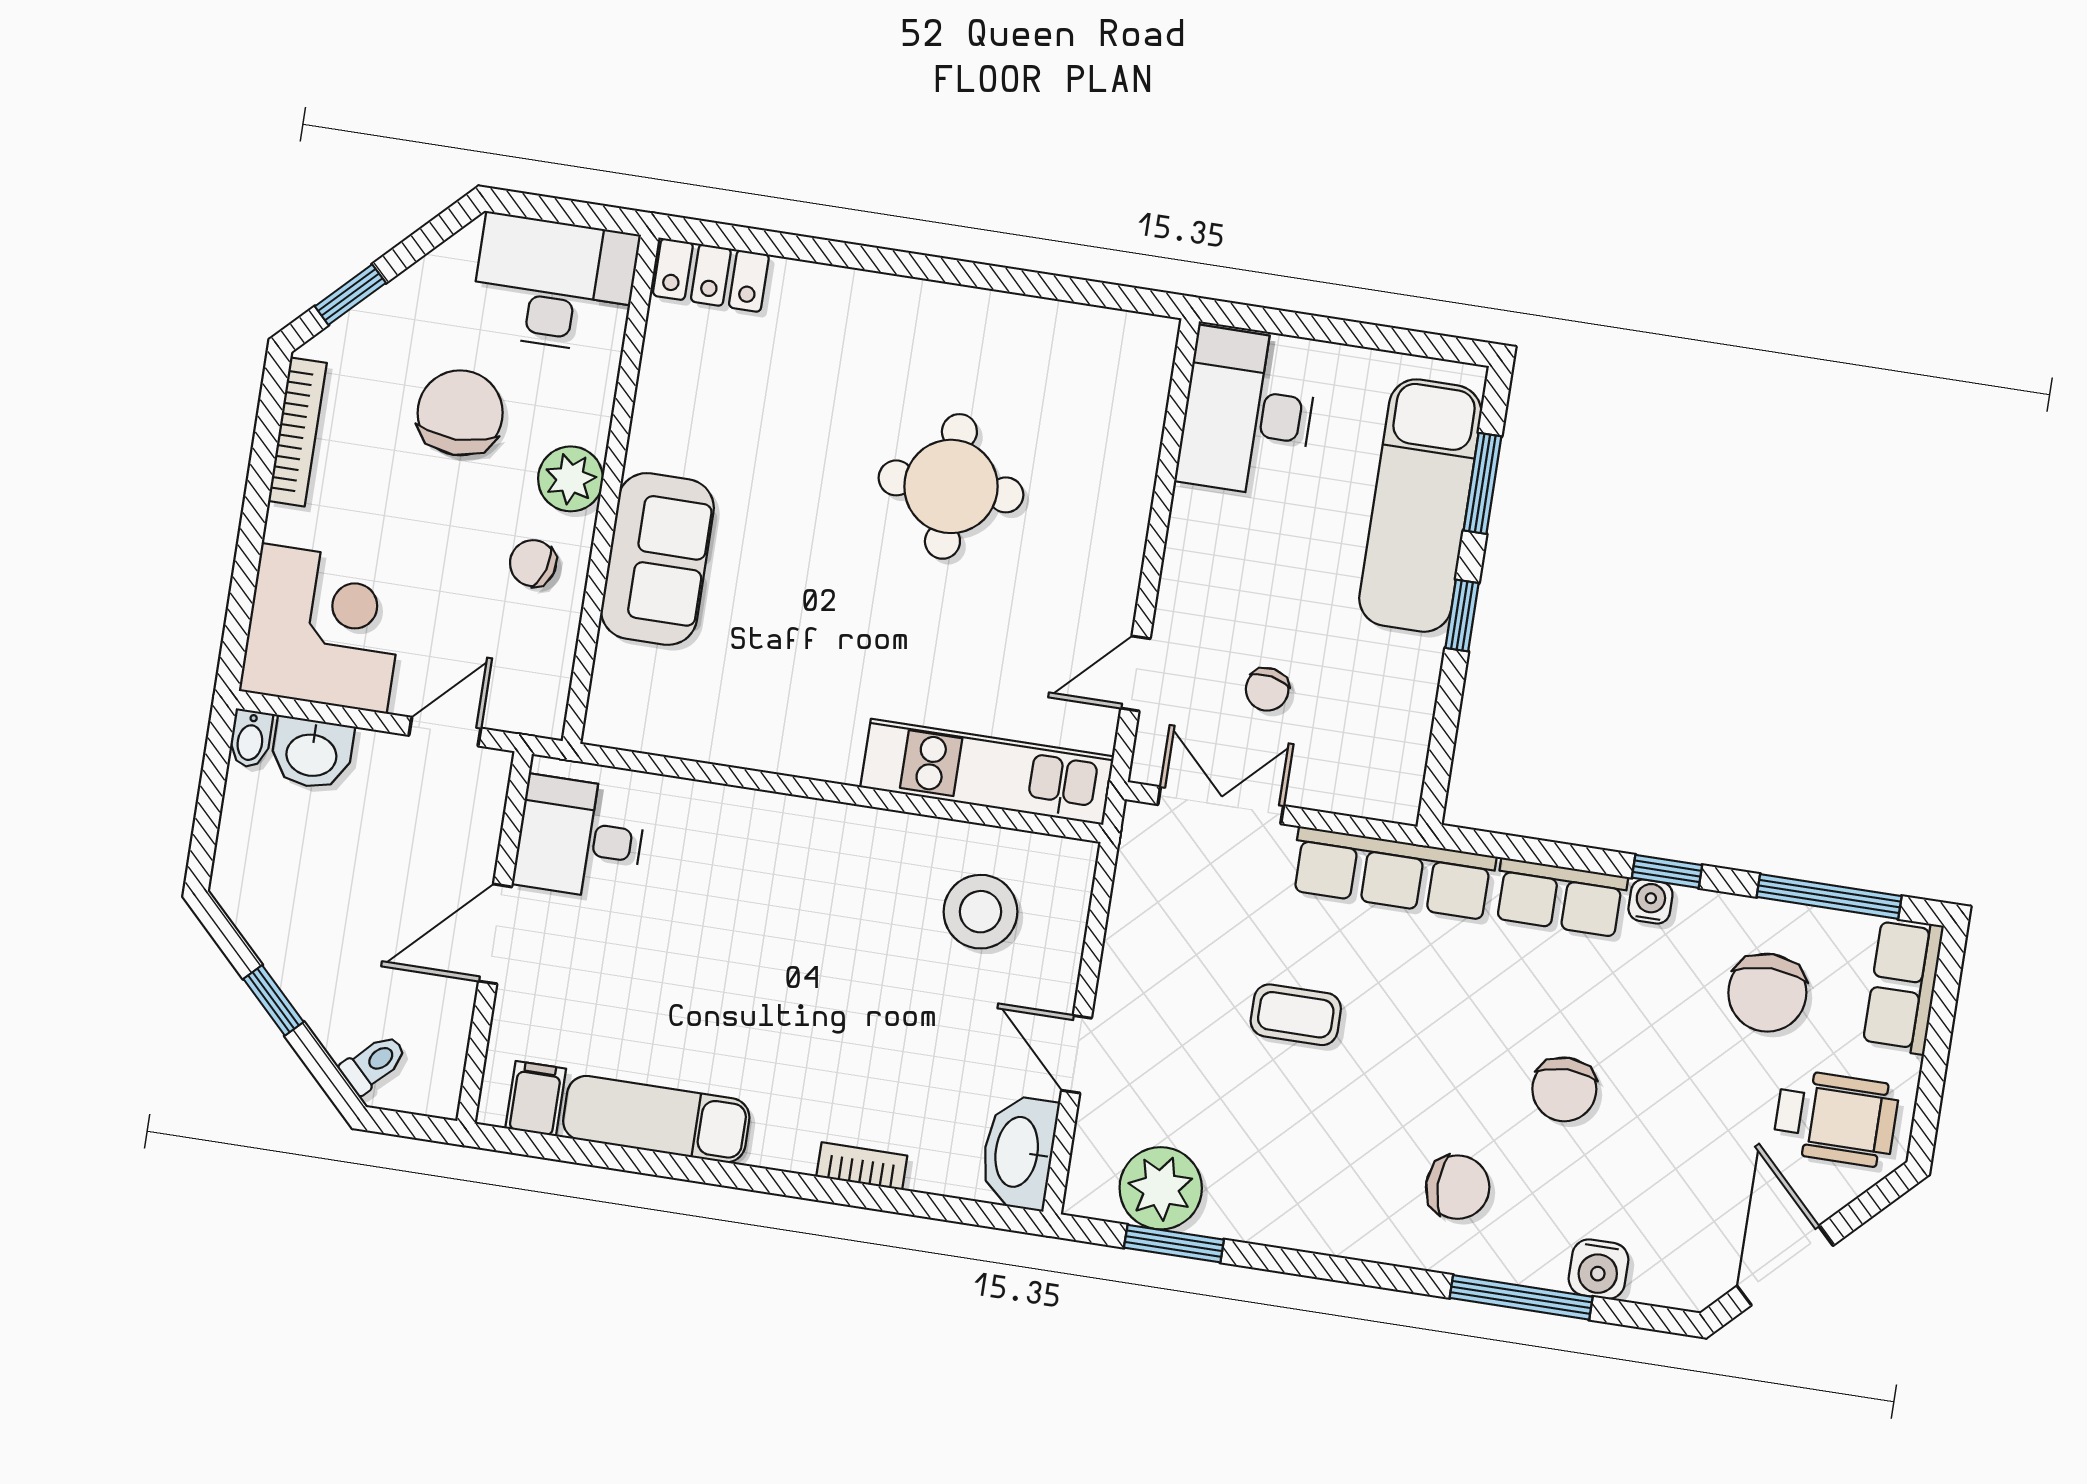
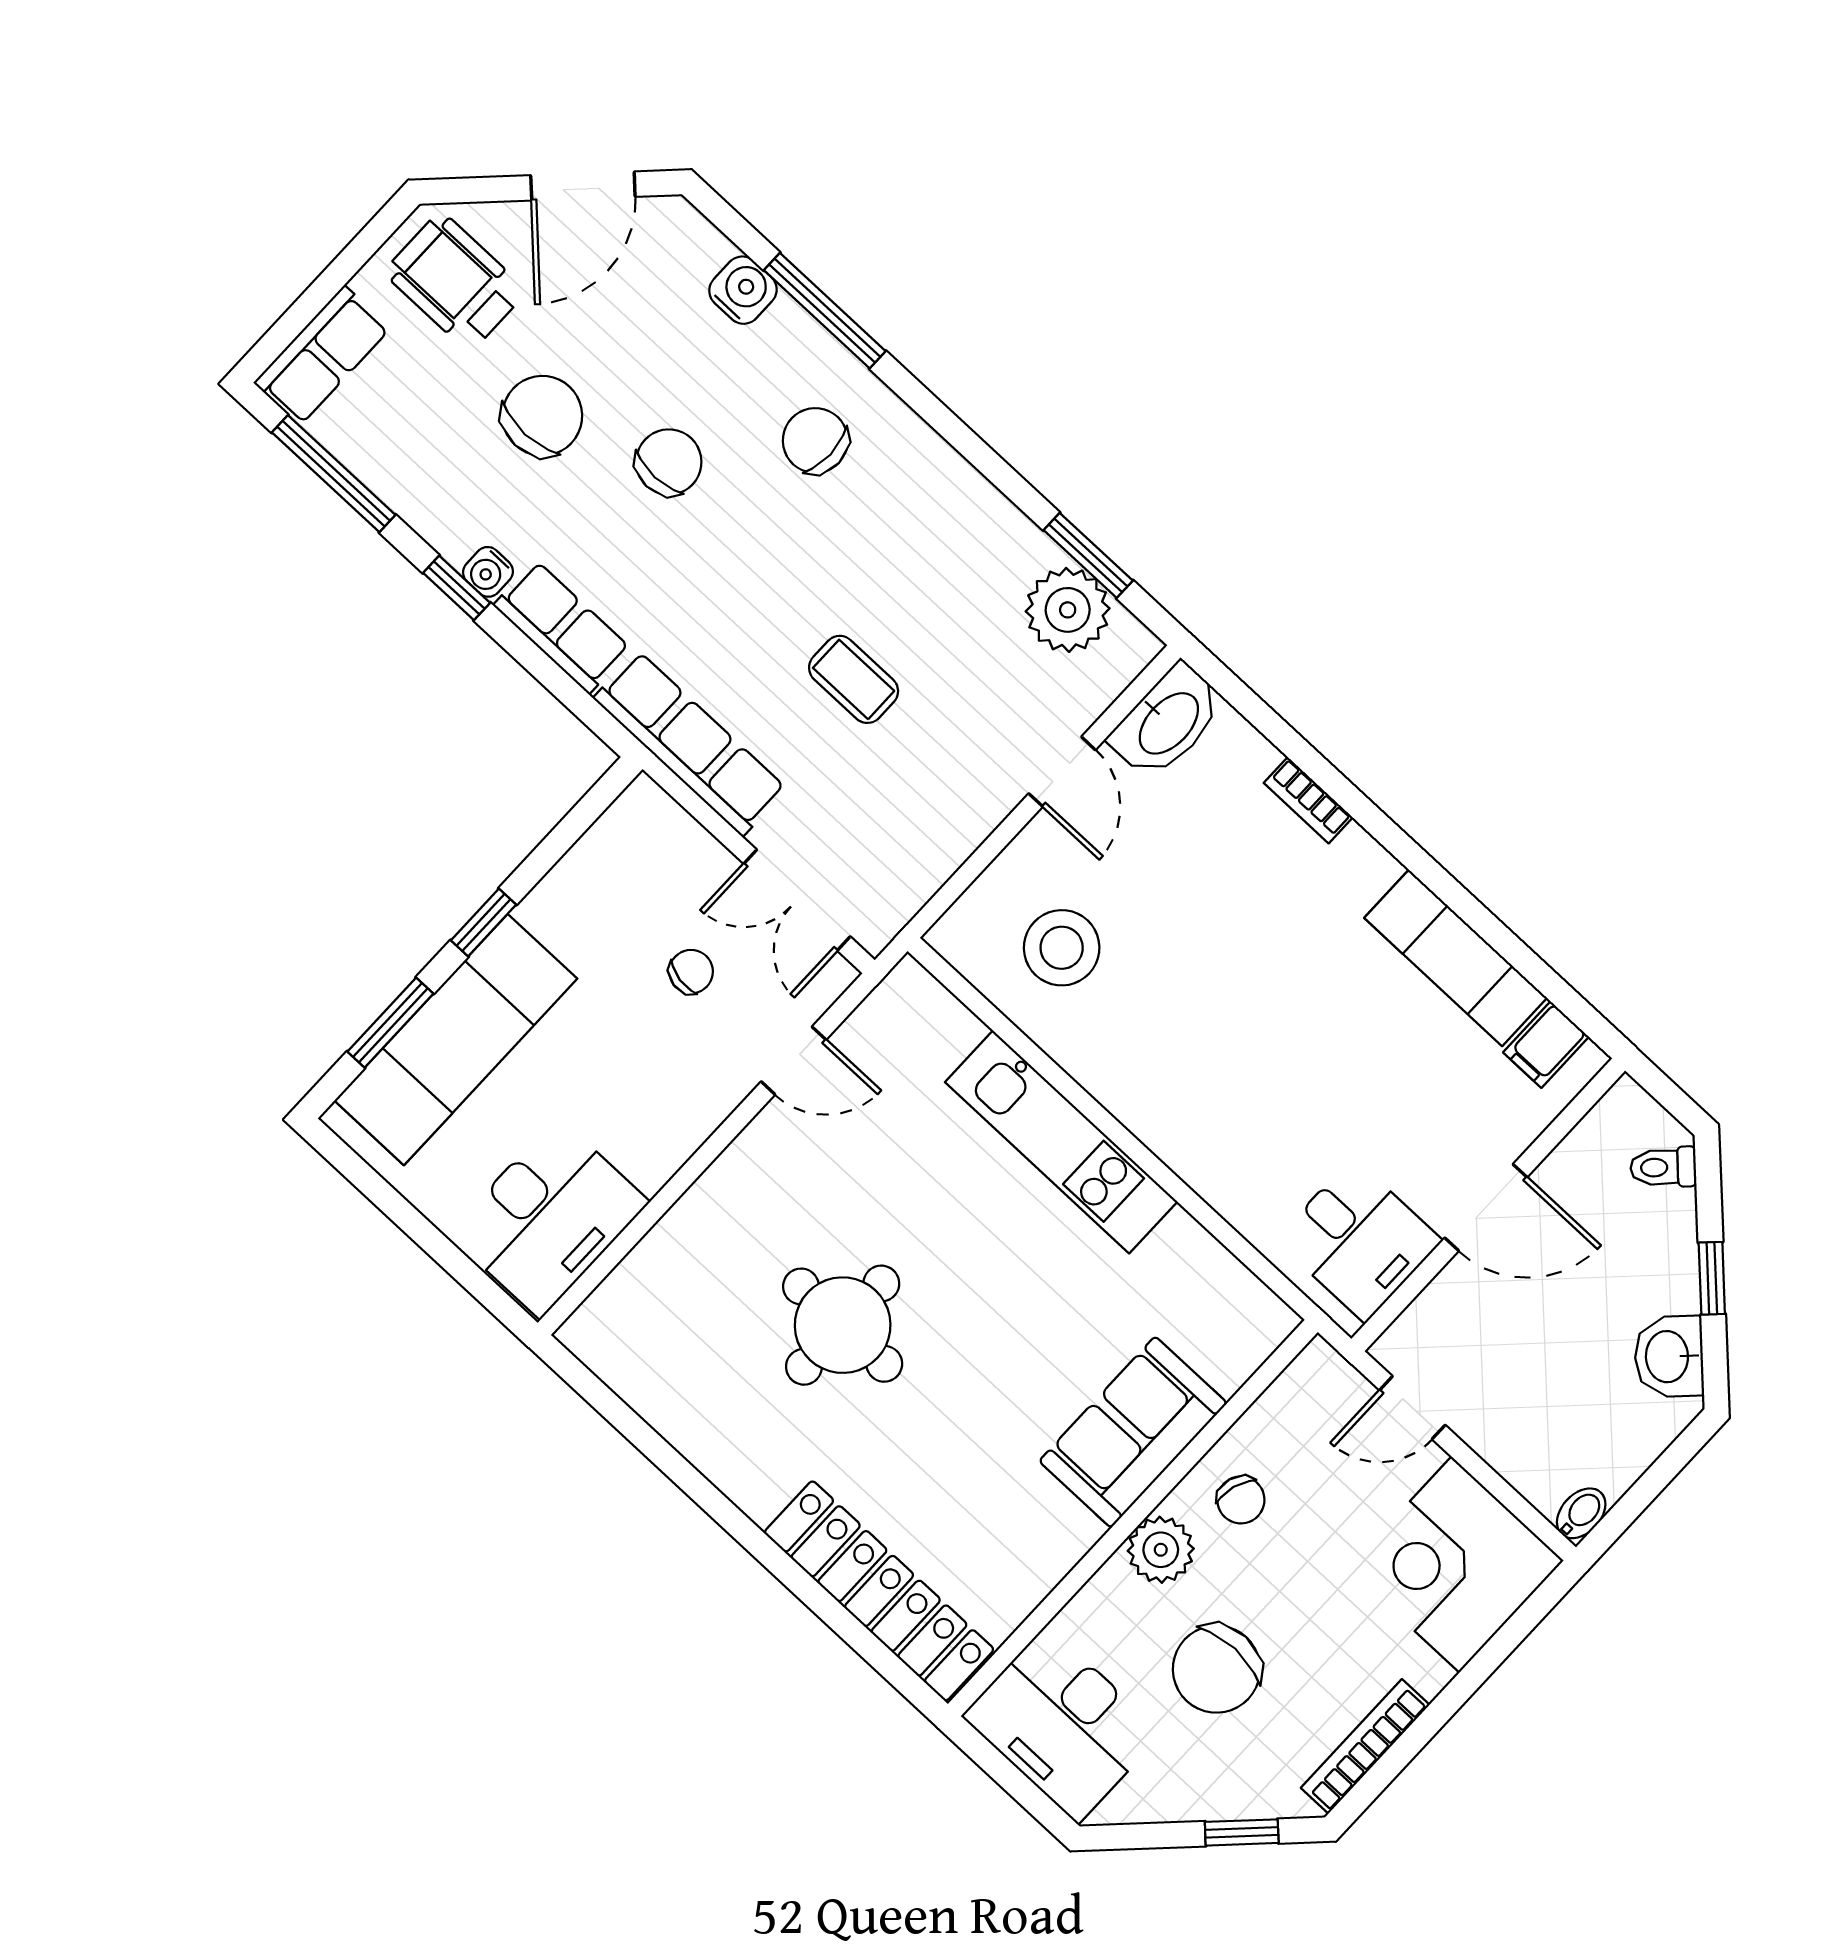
locker: (711, 275) -> (879, 1591), width x2.16, depth x1.21
washbasin: (312, 753) -> (1669, 1357), moved, turned -135
kitchen unit: (987, 772) -> (1061, 1142), moved
chair: (1767, 993) -> (542, 416), moved

